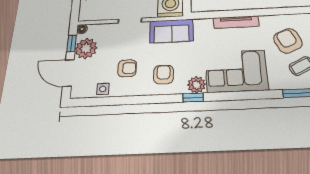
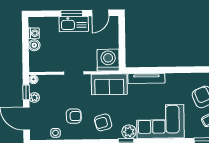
tv unit: (236, 22) -> (146, 78), moved
plant: (86, 48) -> (34, 97), width x0.53, depth x0.53
armchair: (164, 75) -> (103, 122), turned -105

